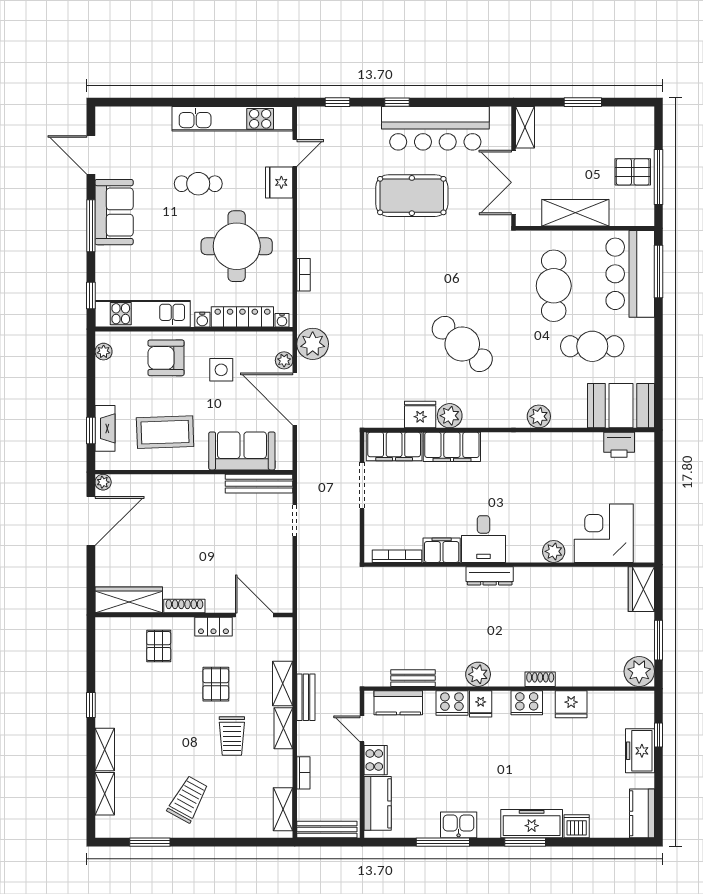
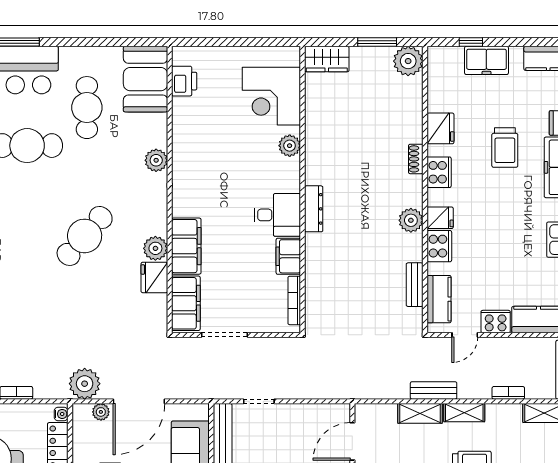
trolley: (552, 769) -> (505, 148), added

